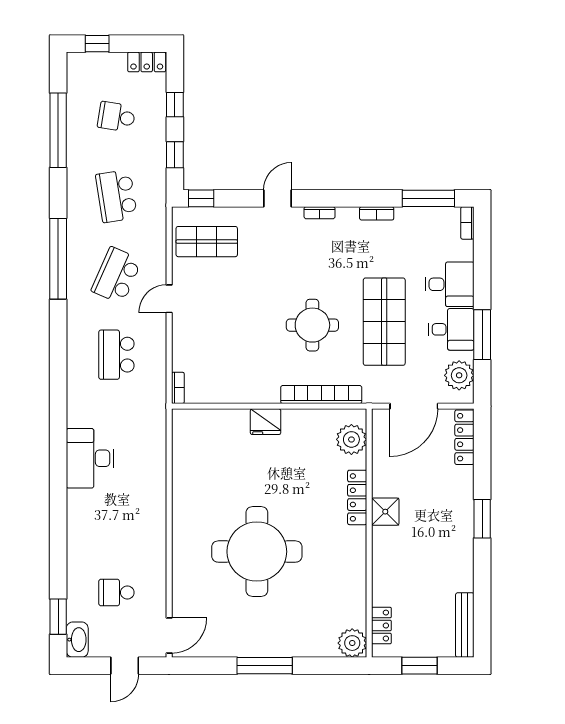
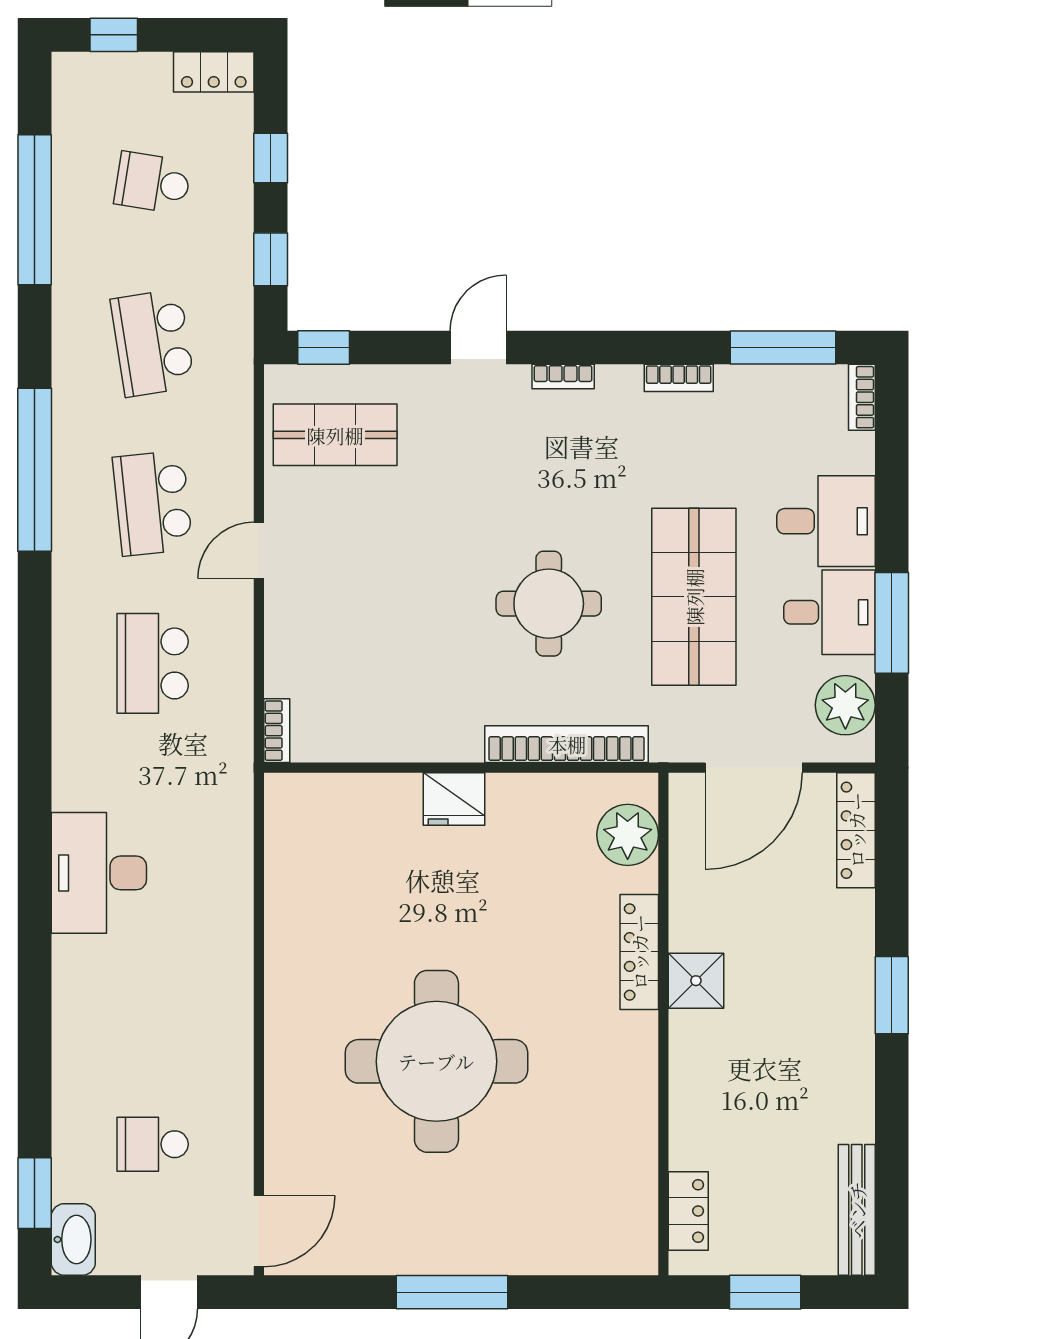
school desk: (116, 275) -> (153, 503), turned -30
plant: (352, 643) -> (629, 1246), removed

